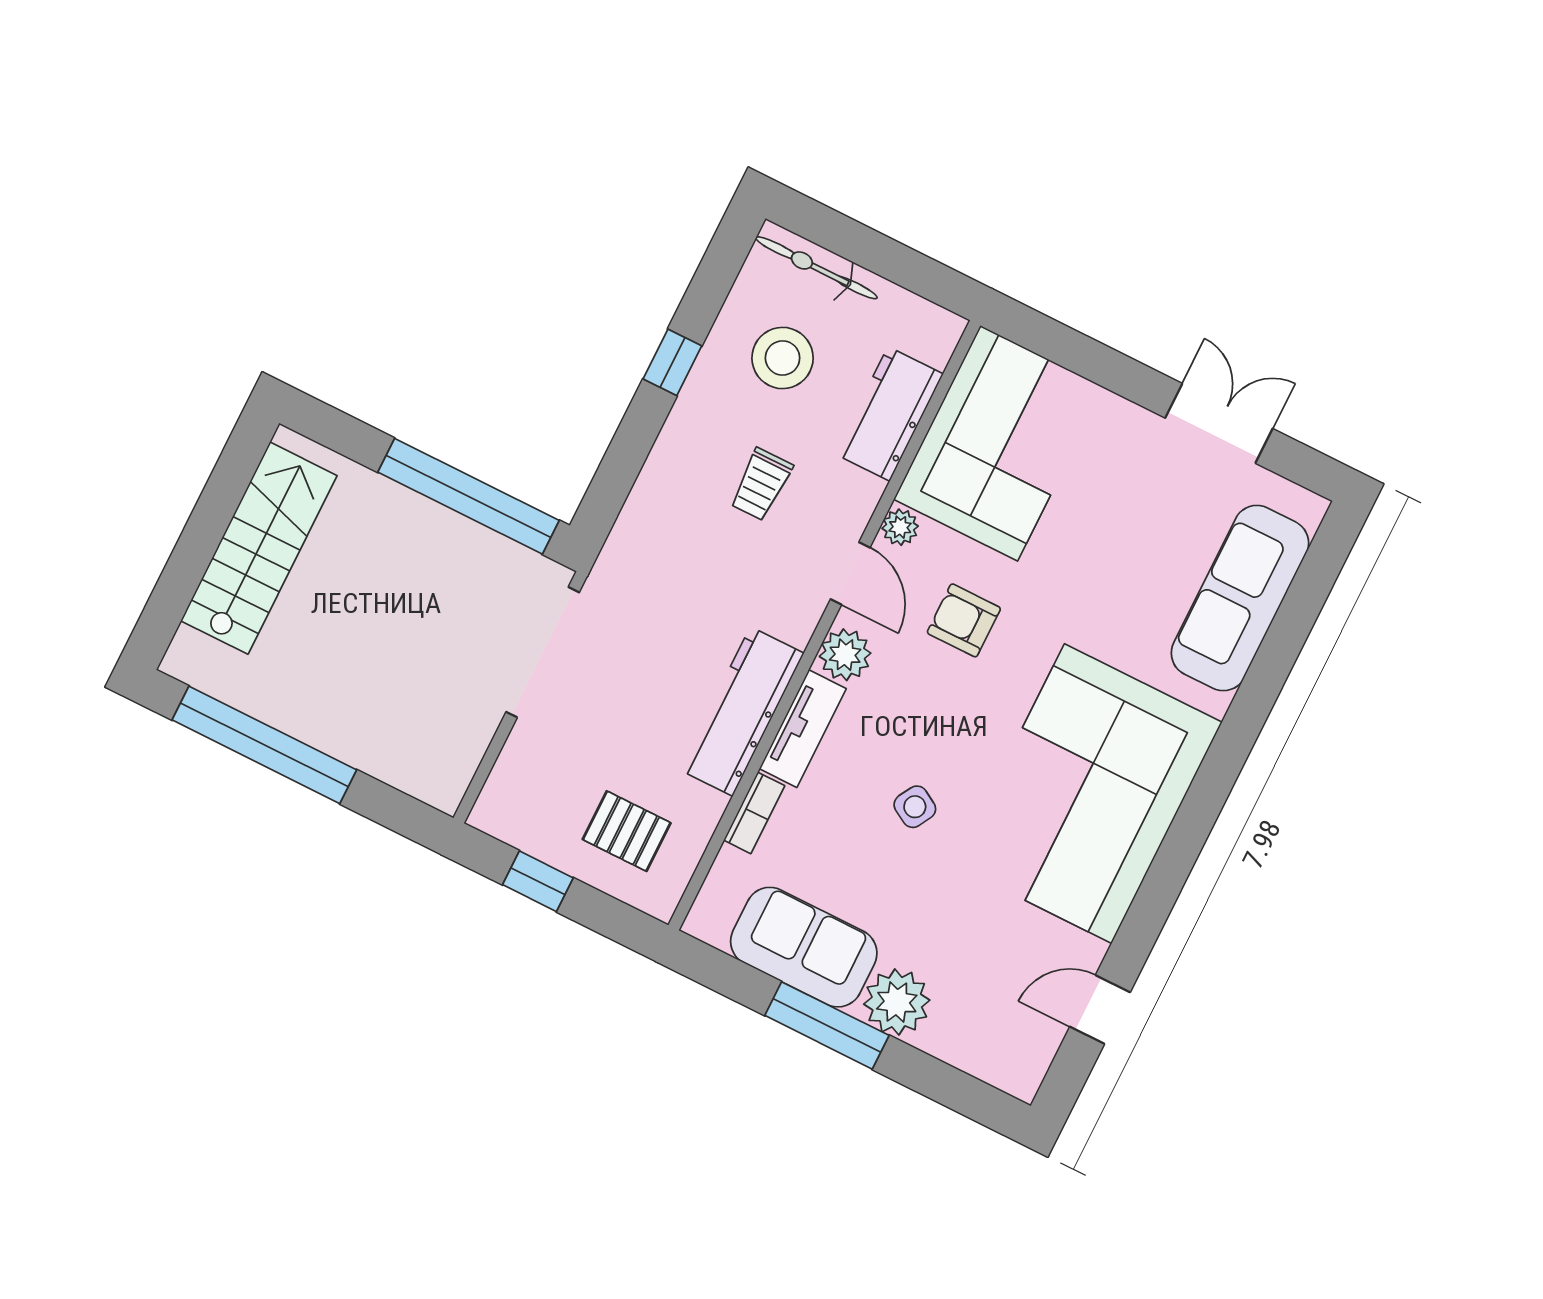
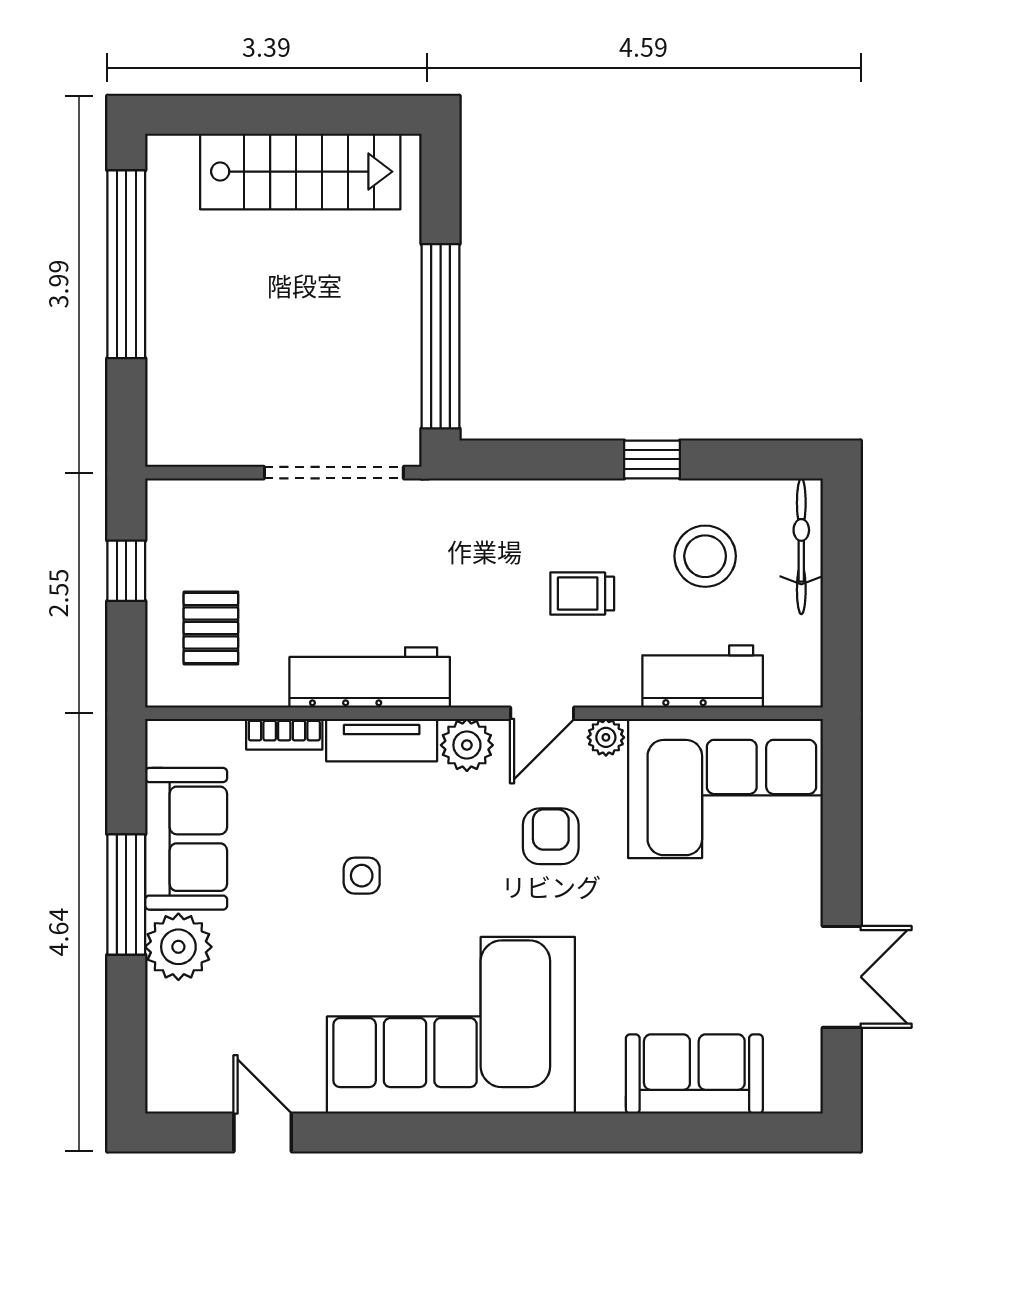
sofa: (1240, 598) -> (694, 1074), width x0.73
side table: (915, 807) -> (362, 876), turned -30

